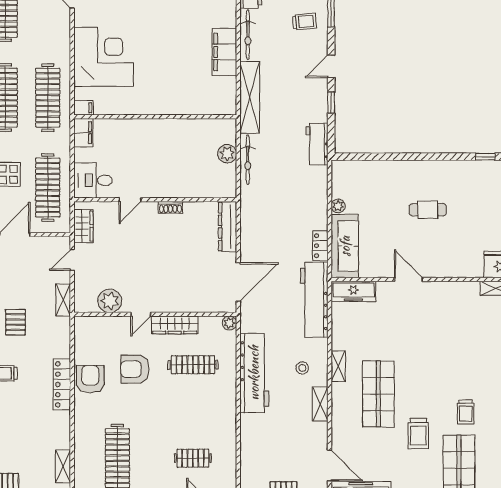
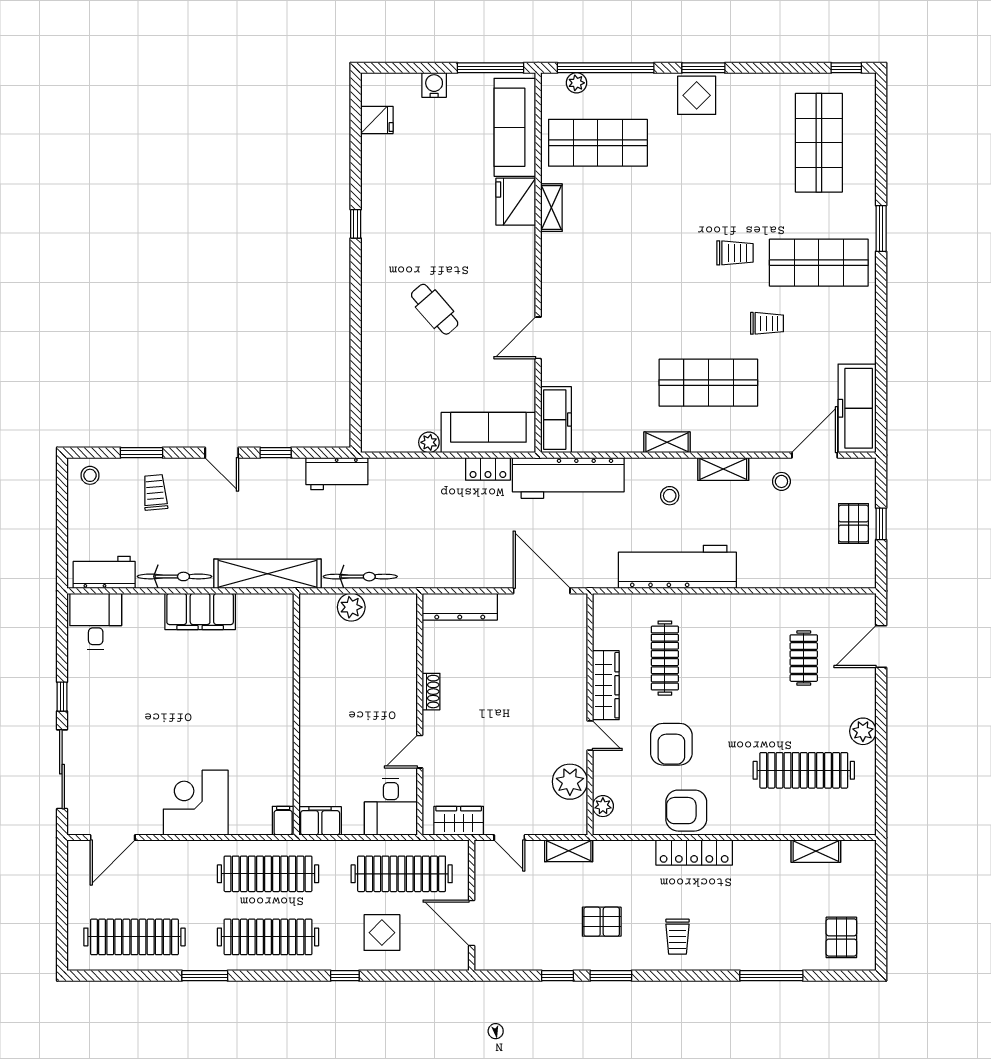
corner desk: (104, 57) -> (196, 803), width x0.74, depth x0.74
door: (130, 200) -> (420, 752), swing flipped
cafe table: (428, 210) -> (435, 309), turned -41
plant: (229, 323) -> (603, 806), moved
trolley: (418, 433) -> (767, 323), width x0.73, depth x0.72
stool: (312, 443) -> (781, 481), added

